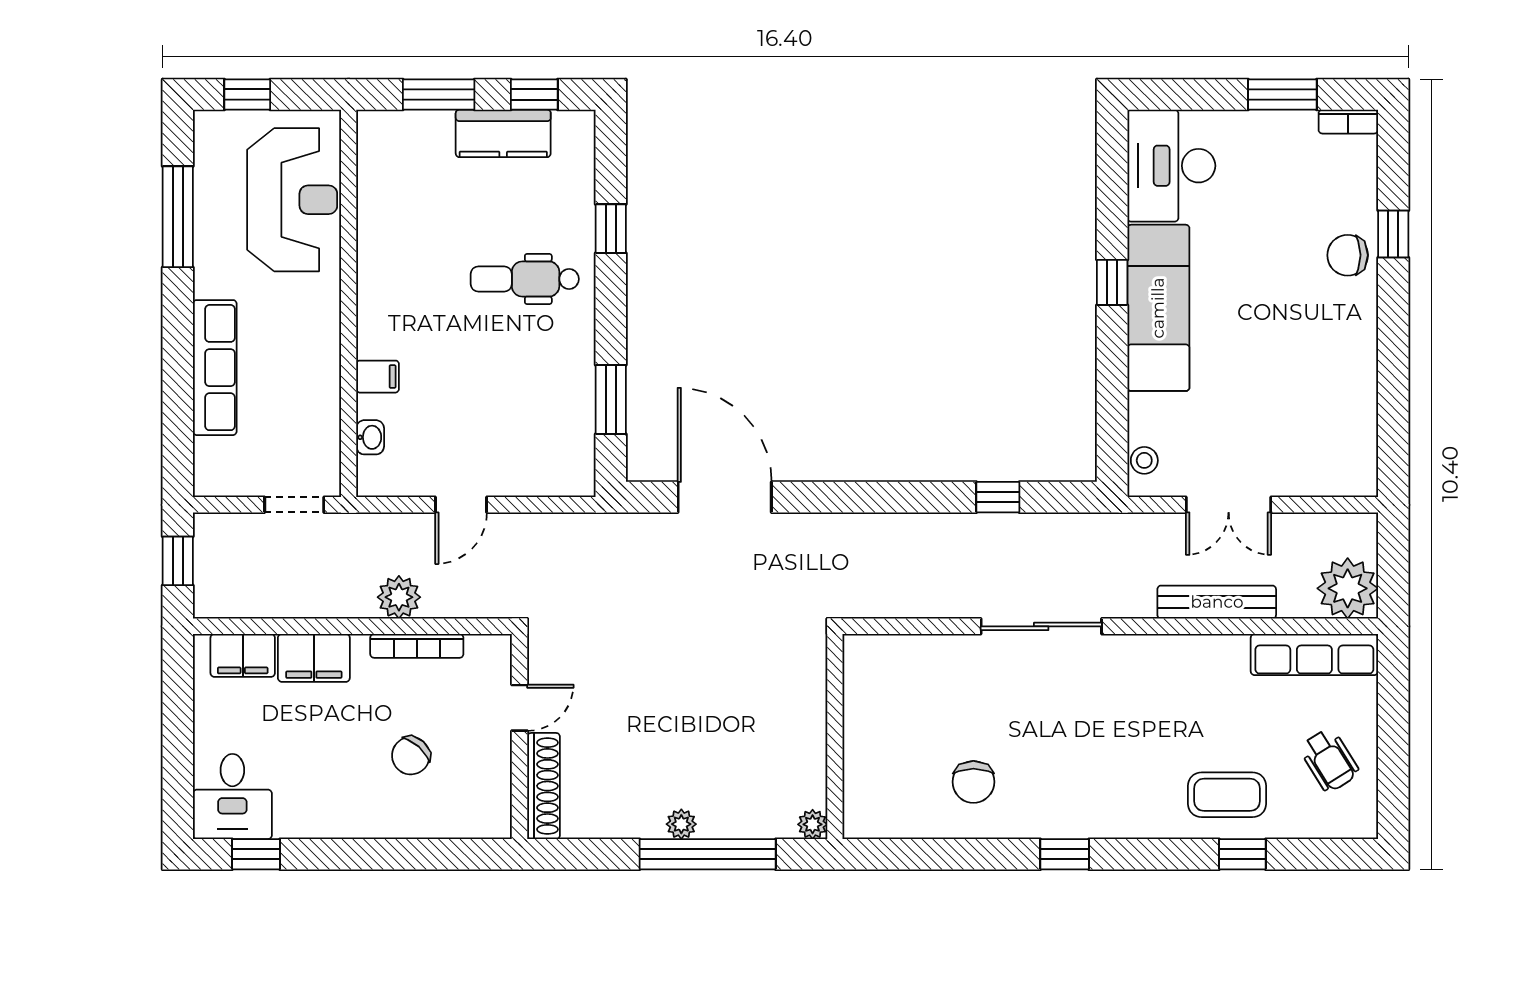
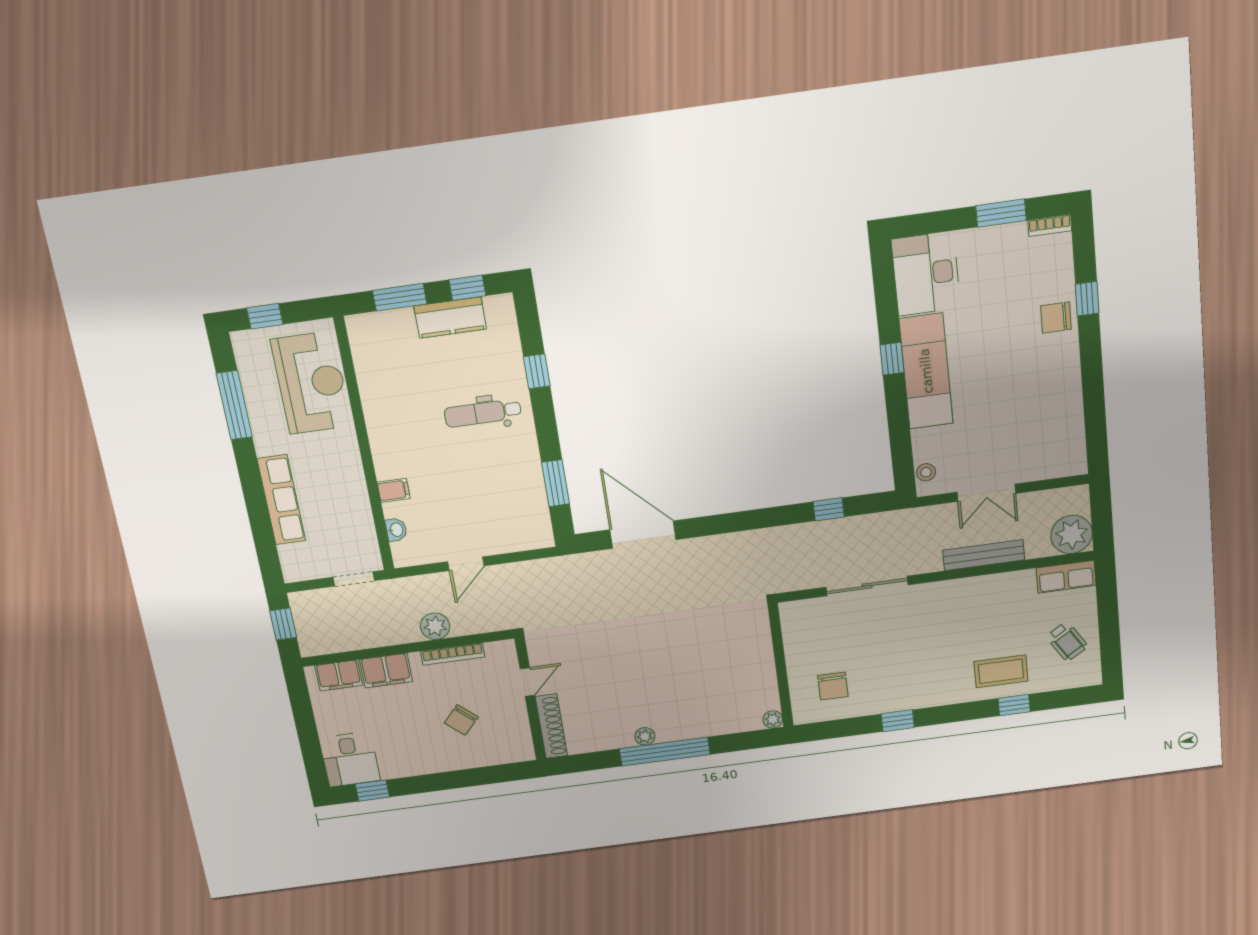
row of seats: (1314, 655) -> (1066, 577), width x0.68
wall: (835, 736) -> (781, 666), moved
plant: (813, 824) -> (773, 719), moved

